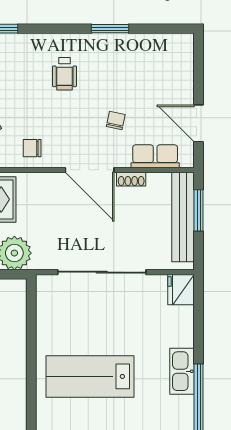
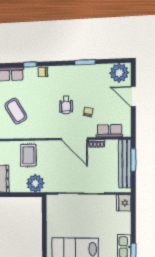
plant: (173, 50) -> (119, 73), added
wheelchair: (65, 74) -> (66, 105), moved
door: (199, 123) -> (133, 96), moved
chair: (32, 148) -> (43, 72), moved

